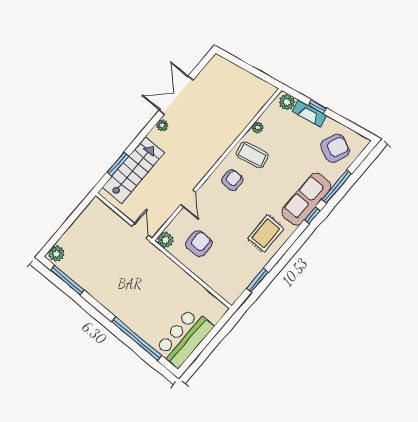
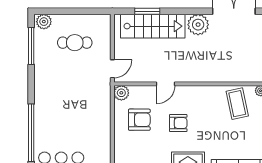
plant: (162, 125) -> (198, 25), width x1.88, depth x1.88
armchair: (232, 180) -> (178, 123), moved
cafe table: (94, 243) -> (75, 43), added

